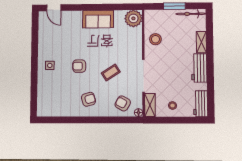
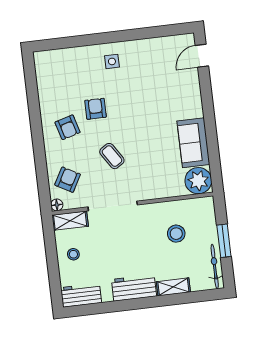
sofa: (98, 19) -> (193, 143), moved
stool: (155, 39) -> (176, 234), moved
armchair: (79, 66) -> (96, 109), moved

